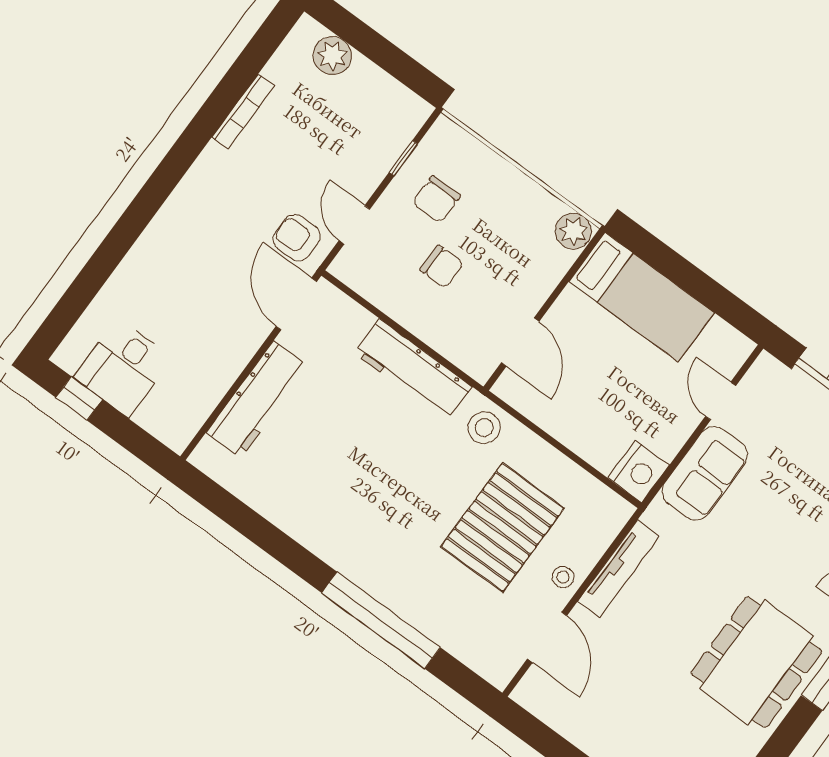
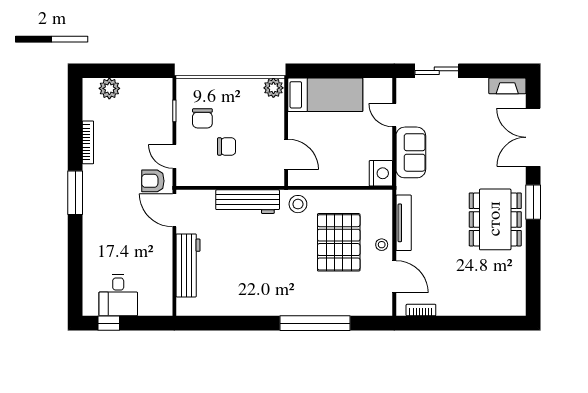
window: (170, 171) -> (75, 193), added
bookcase: (550, 715) -> (421, 310), added

